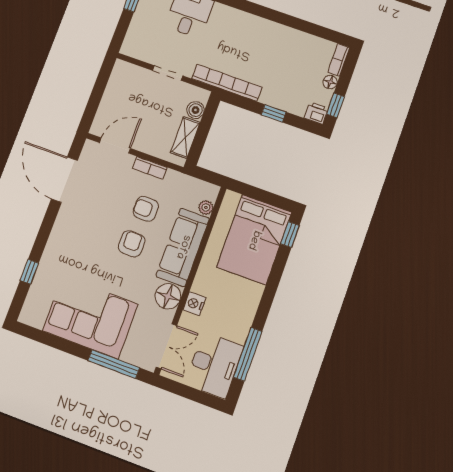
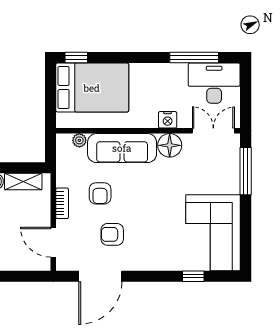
armchair: (132, 244) -> (112, 234), moved
corner sofa: (90, 317) -> (213, 233), moved

